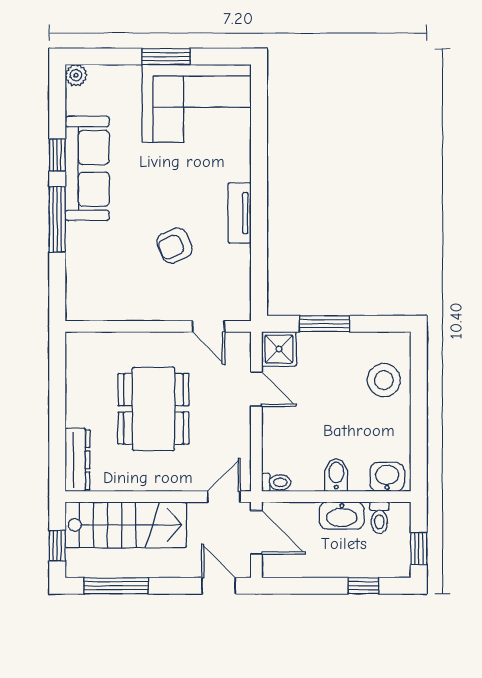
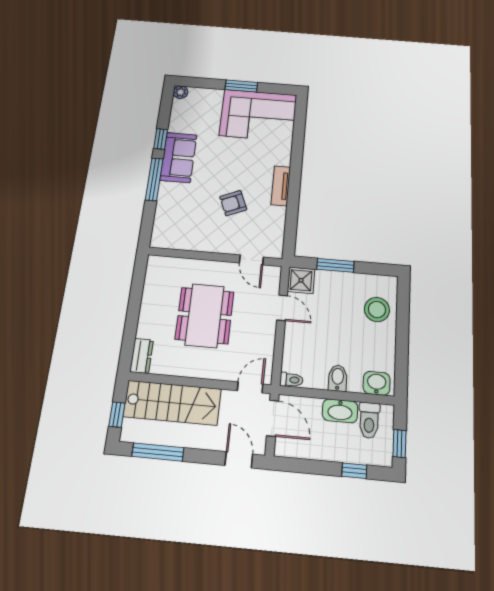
sofa: (87, 168) -> (178, 157), width x0.73
dresser: (77, 460) -> (142, 356), width x0.70
toilet: (379, 518) -> (369, 420), width x1.37, depth x1.39

